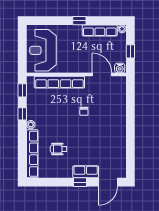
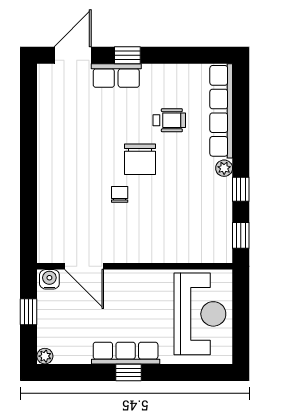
row of seats: (100, 30) -> (126, 353), moved
row of seats: (59, 82) -> (168, 252), removed
chair: (74, 129) -> (140, 159), added

